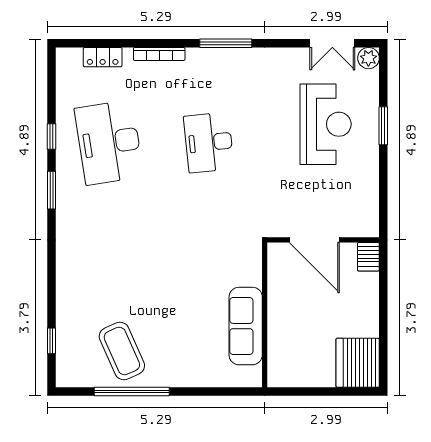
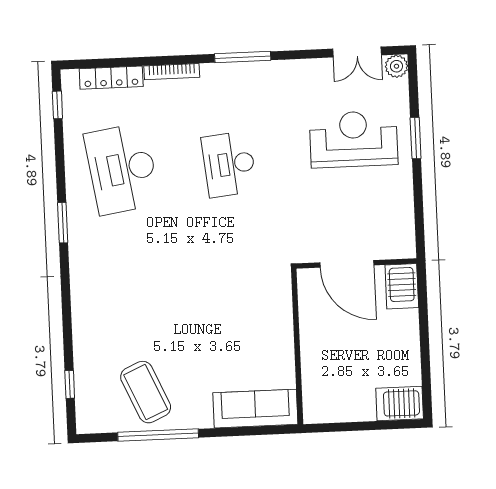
locker: (103, 57) -> (111, 78), width x1.53
reception desk: (326, 124) -> (354, 139), turned -90
window: (52, 137) -> (57, 105), moved
server rack: (368, 257) -> (402, 286), width x1.36, depth x1.44
sofa: (246, 326) -> (255, 409), moved, turned 90
server rack: (358, 363) -> (400, 404), width x0.63

